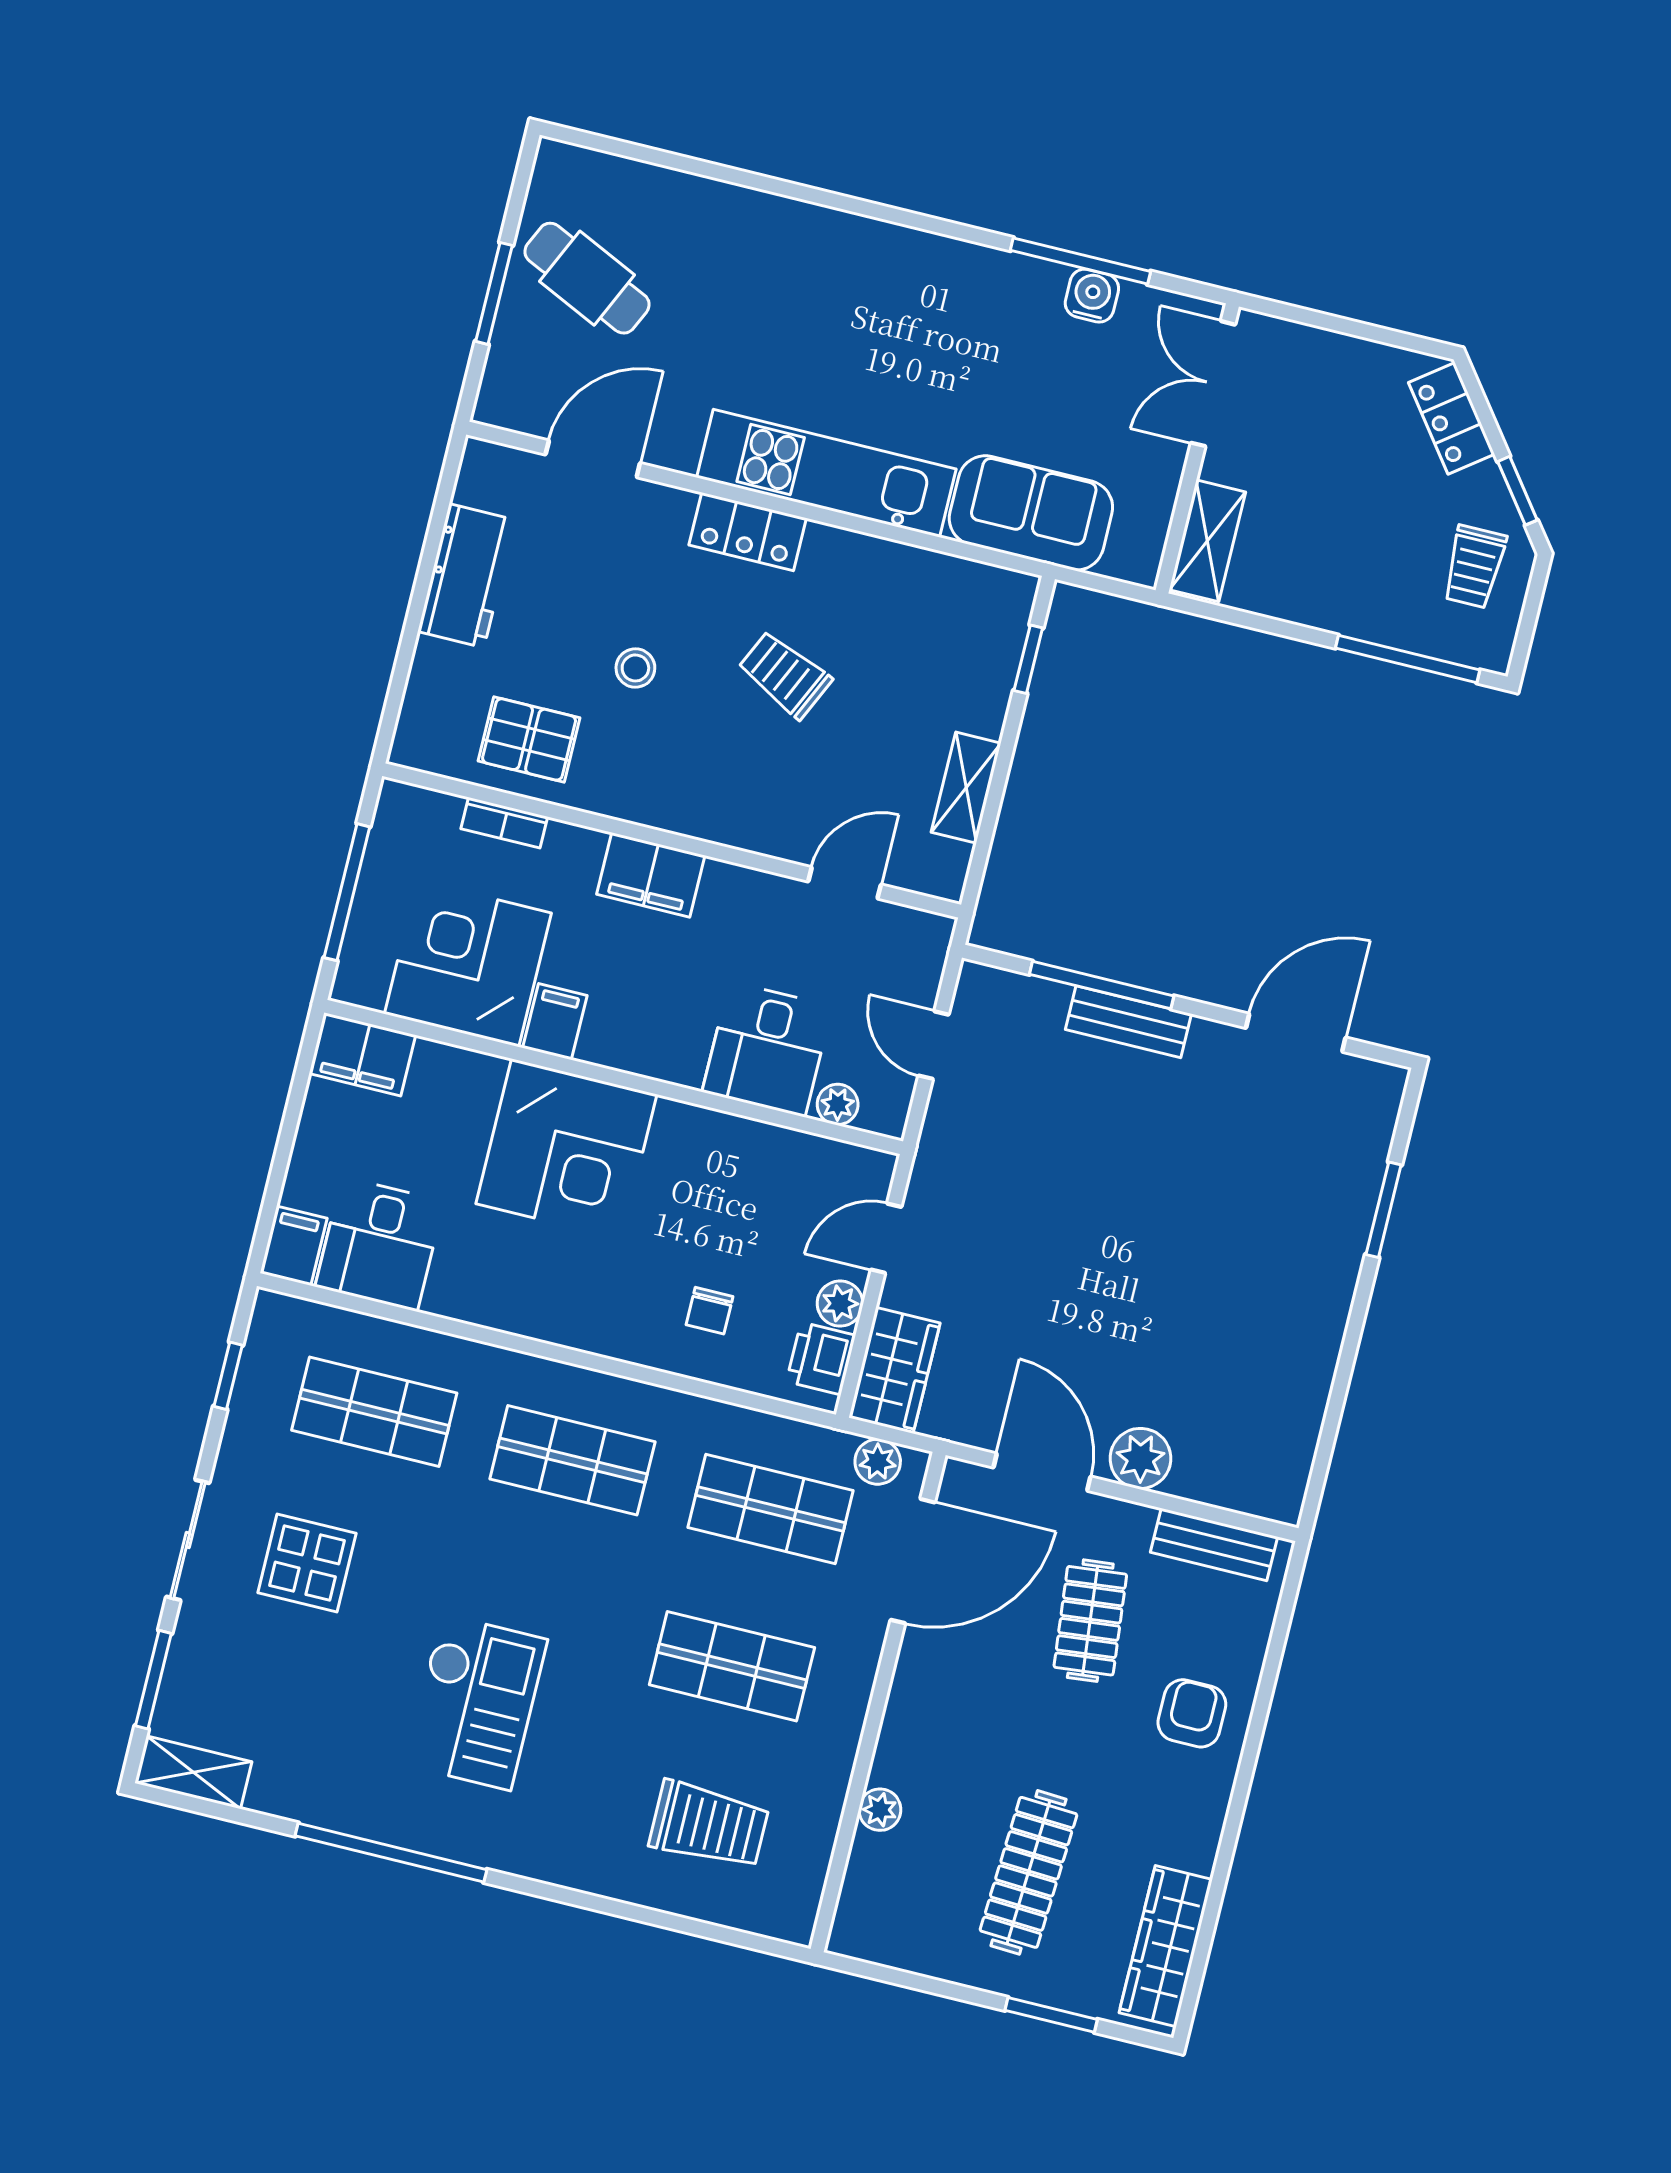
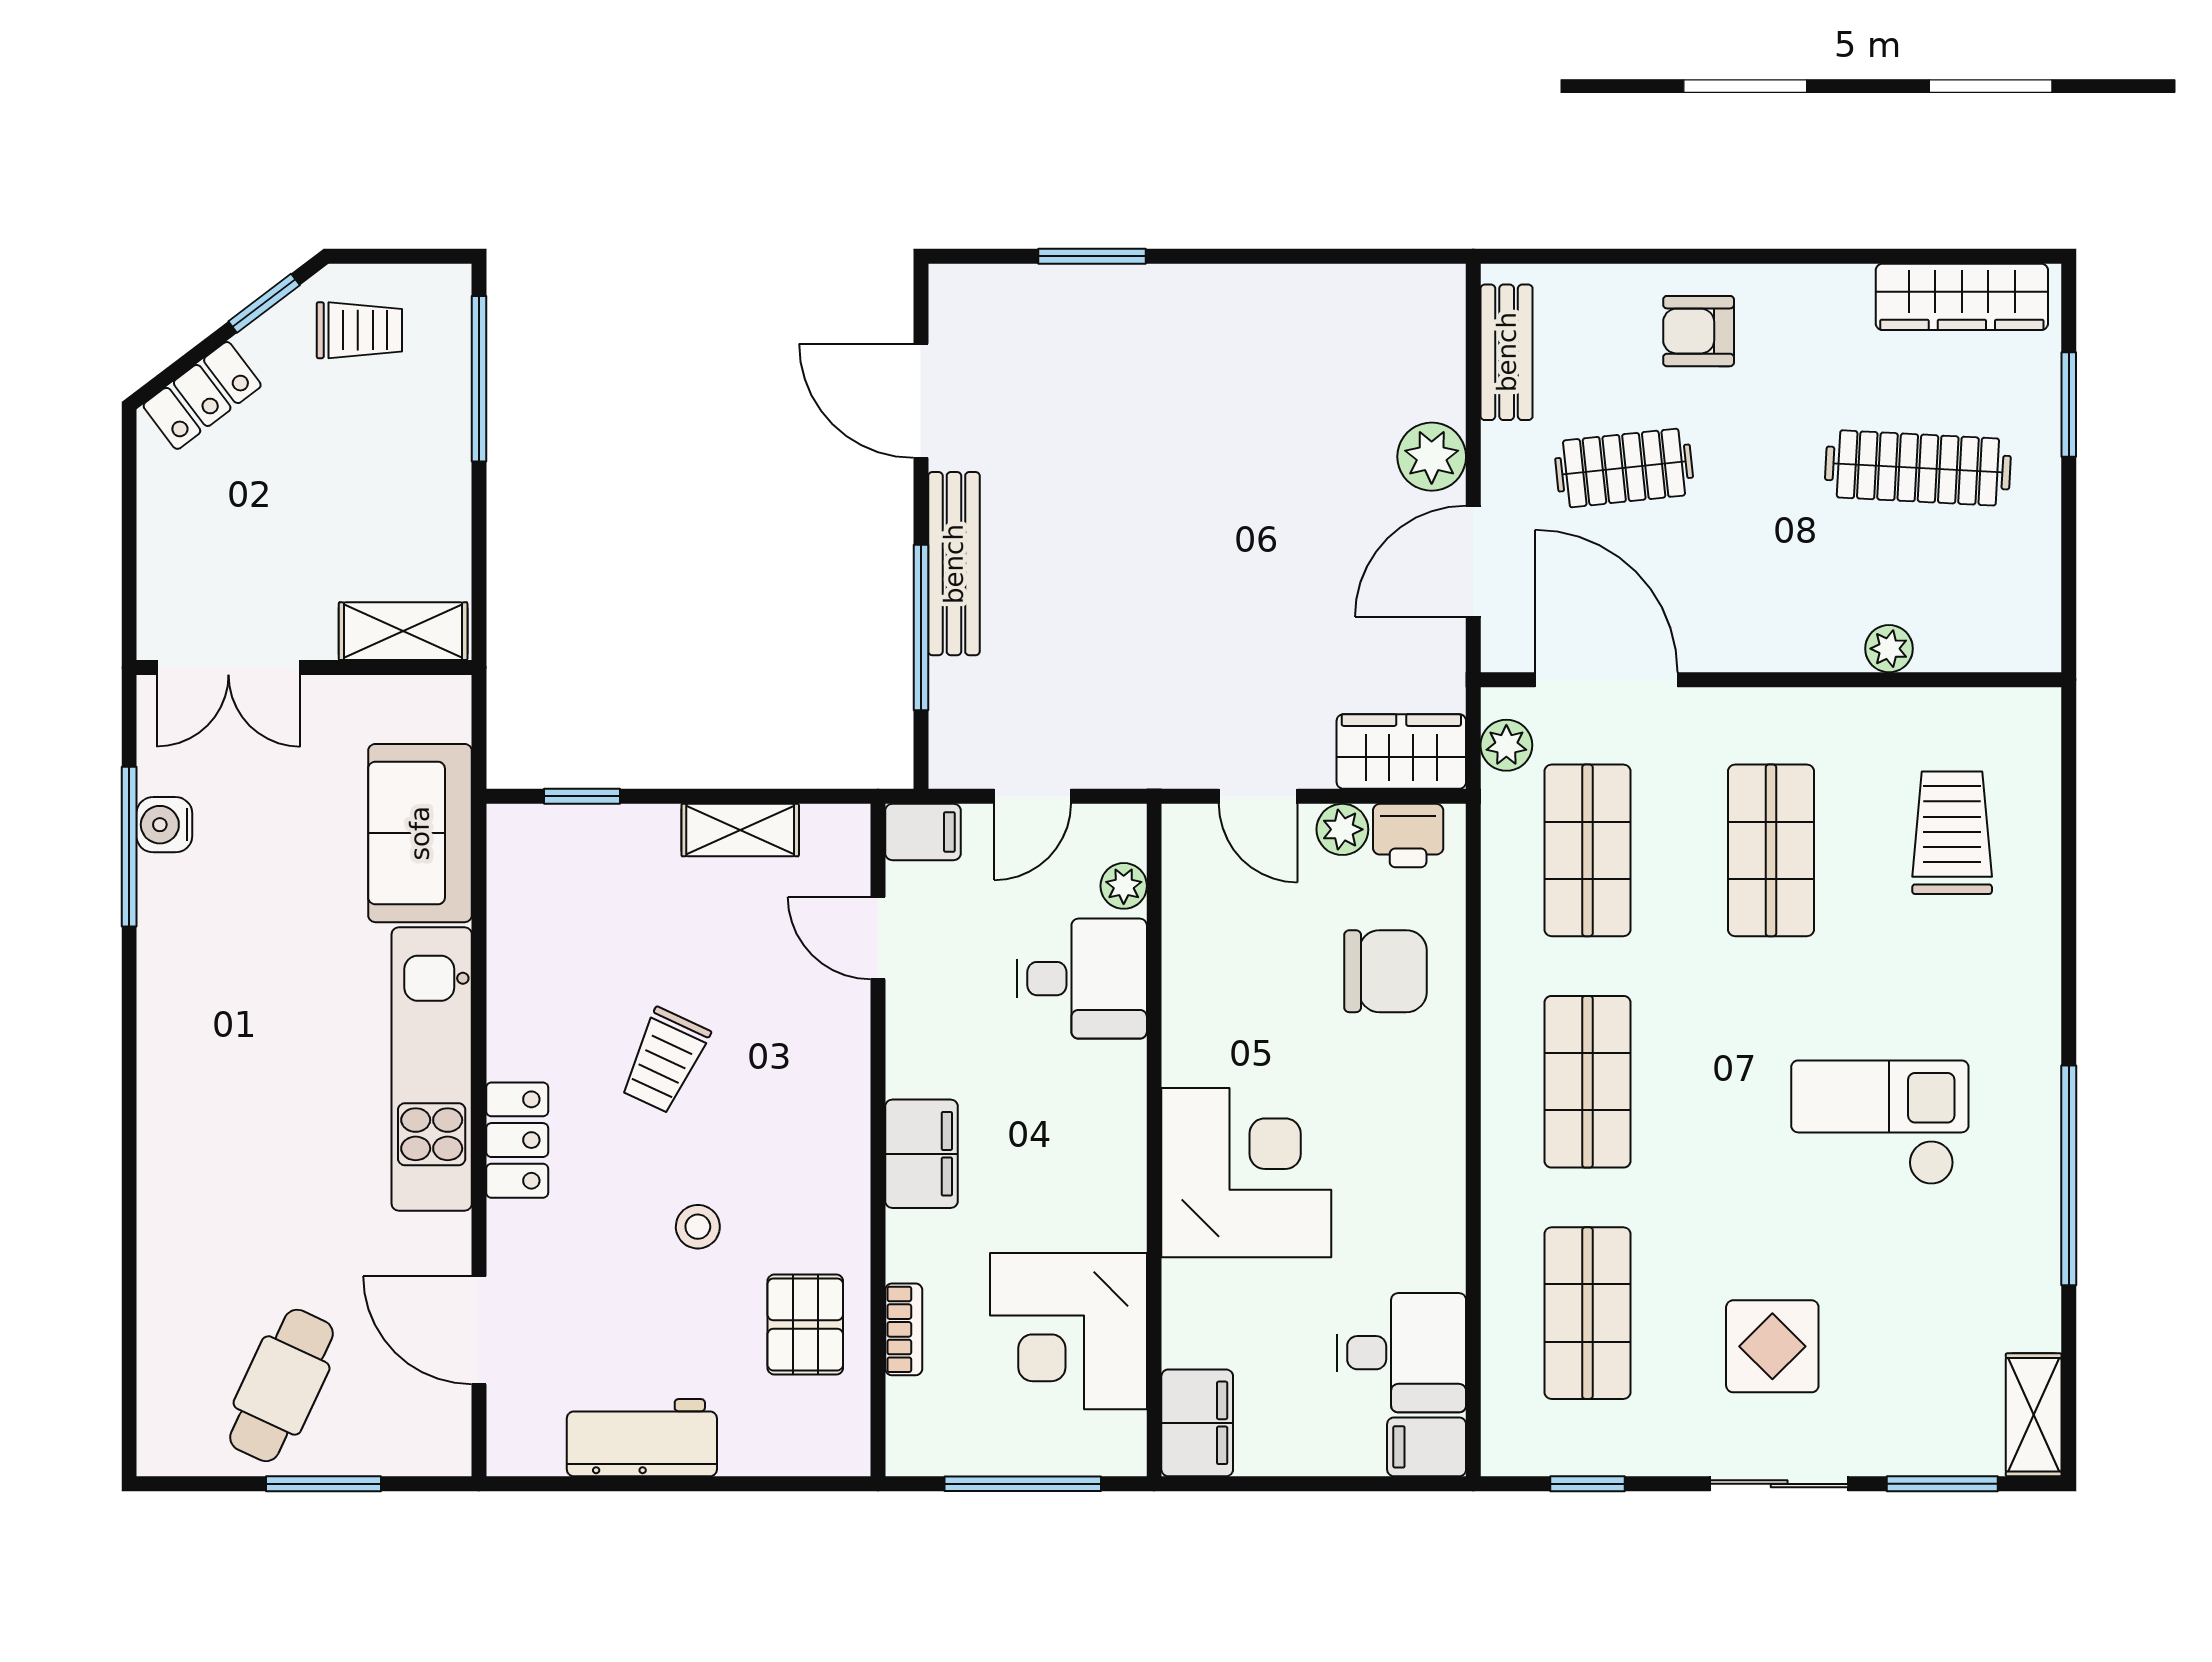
filing cabinet: (555, 1022) -> (923, 832), moved, turned 180
bench: (1128, 1022) -> (954, 564), width x1.36
chair: (710, 1311) -> (1385, 971), width x1.87, depth x1.87

